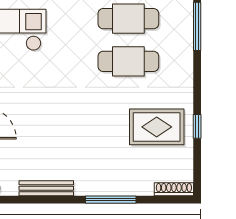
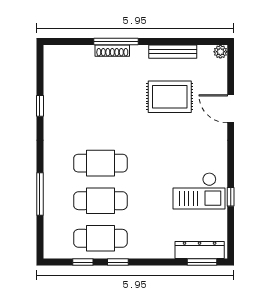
rug: (157, 127) -> (170, 97), moved
shoe rack: (174, 189) -> (112, 51), moved

